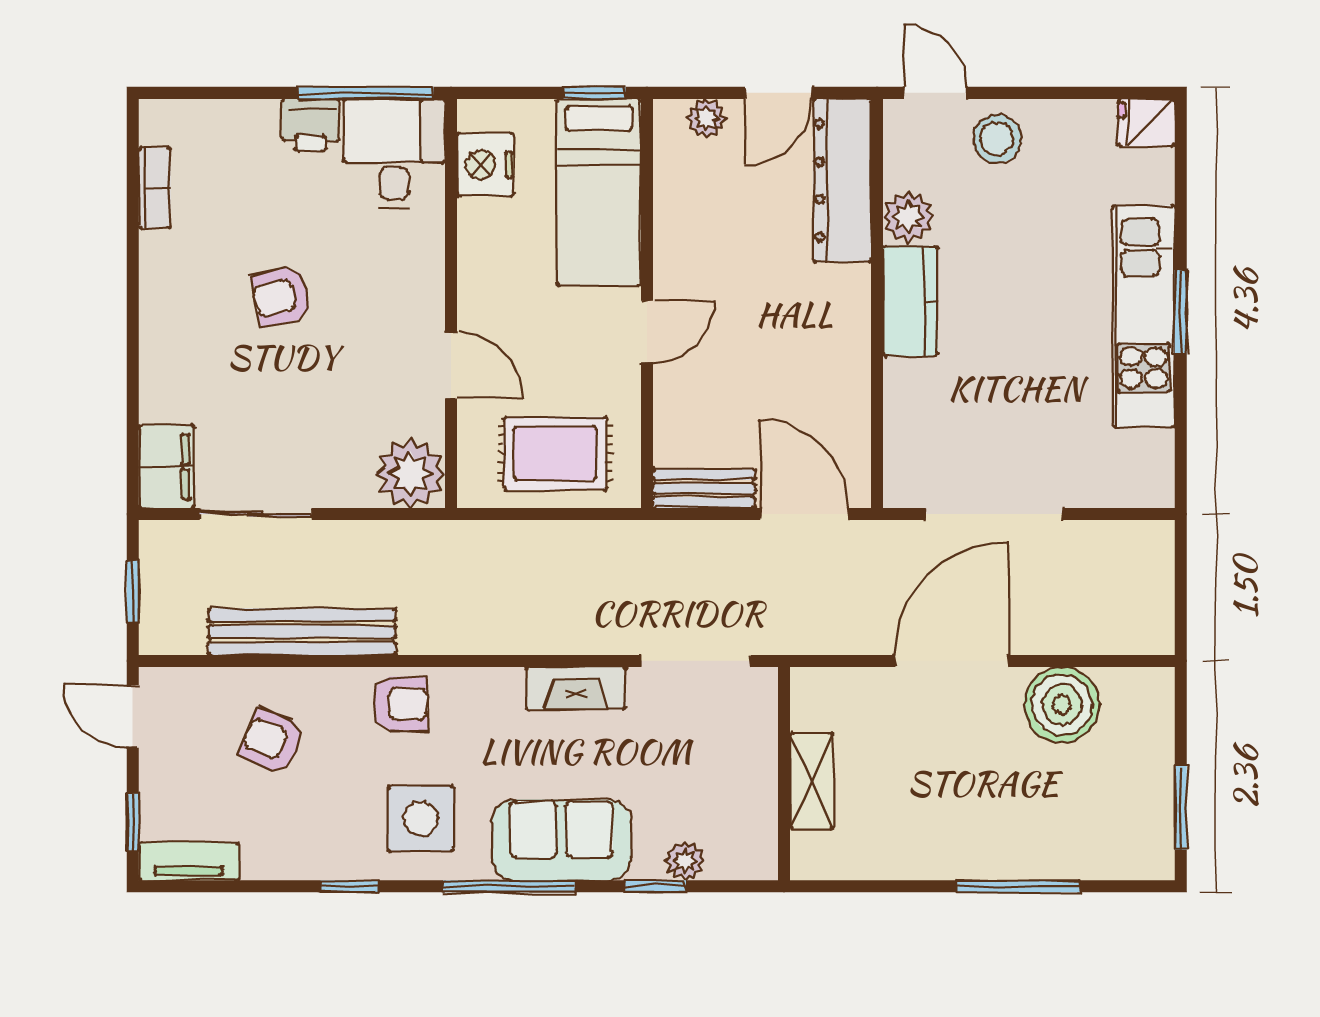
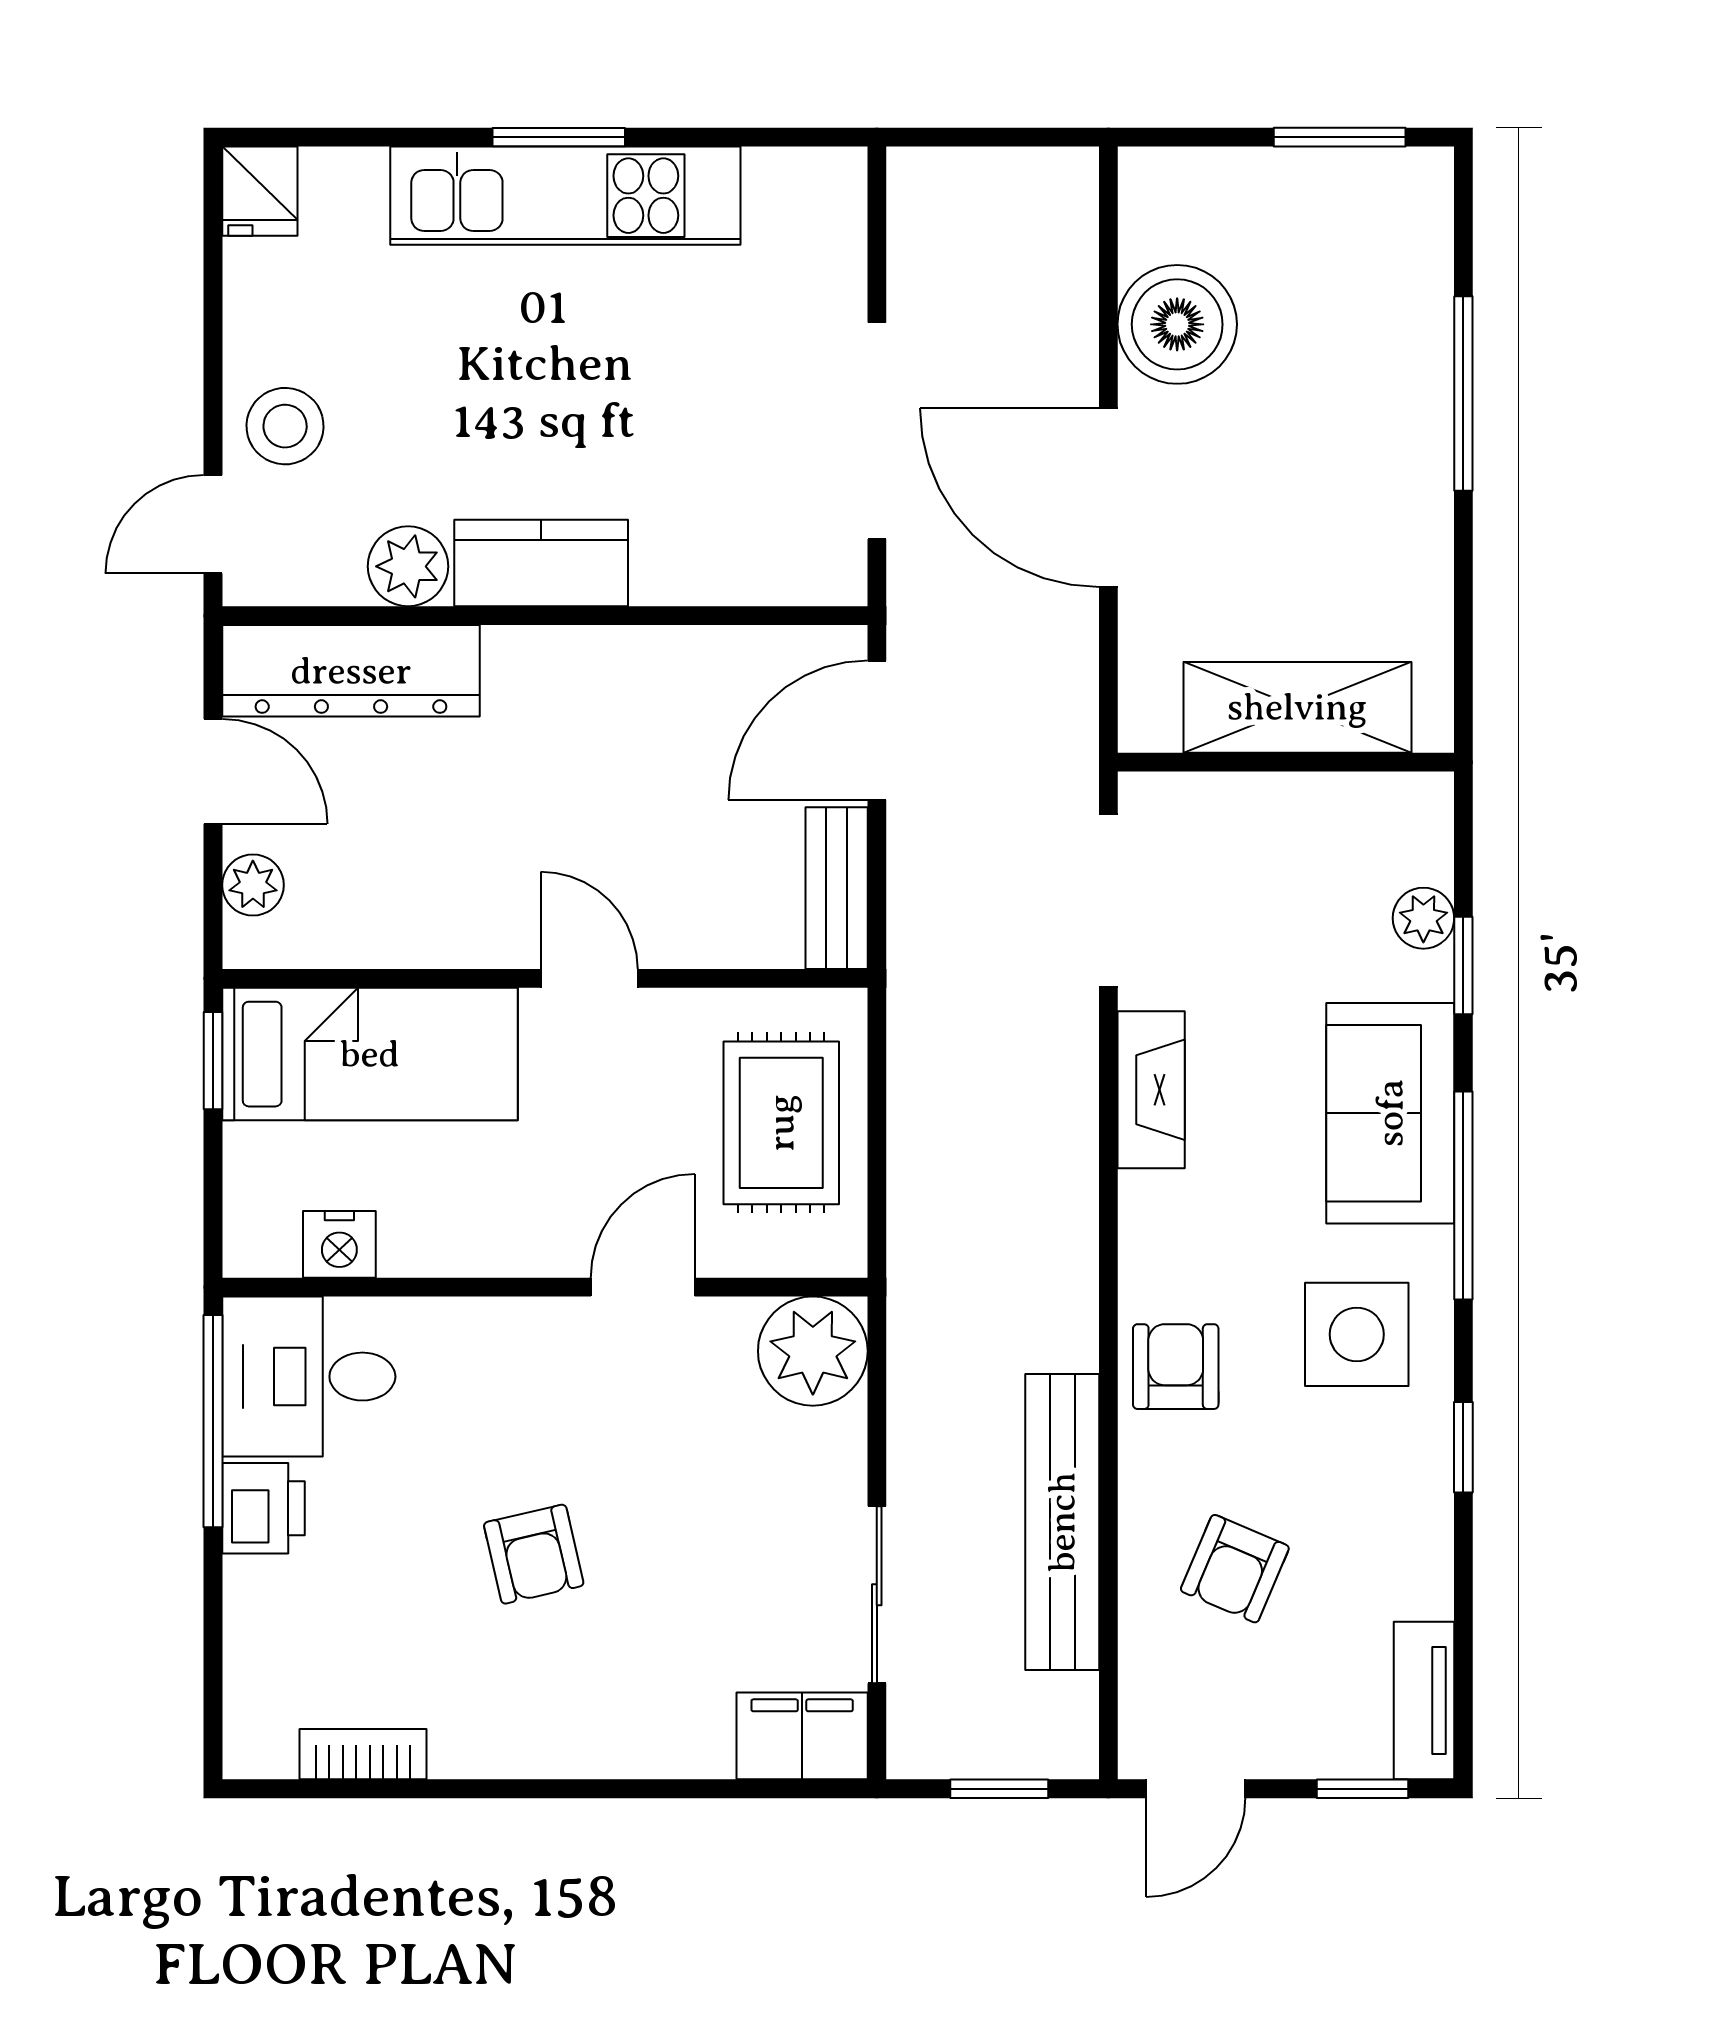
nightstand: (485, 165) -> (339, 1244), width x0.74, depth x0.75
shelving: (812, 781) -> (1297, 707), width x1.50, depth x1.33

